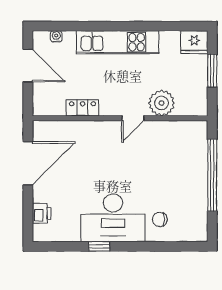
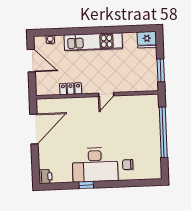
window: (212, 71) -> (161, 70), moved
plant: (162, 103) -> (126, 83), removed
printer: (42, 213) -> (45, 176), moved

